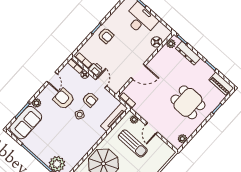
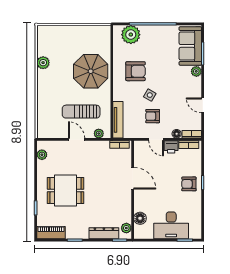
door: (138, 72) -> (133, 178), swing flipped
armchair: (64, 99) -> (136, 71), moved

